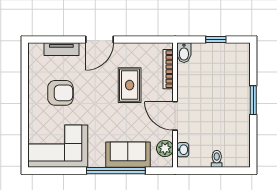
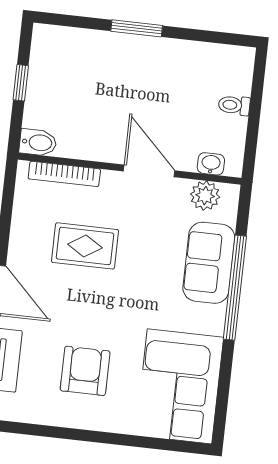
door: (175, 116) -> (149, 171), swing flipped

